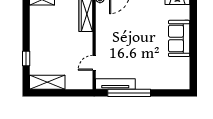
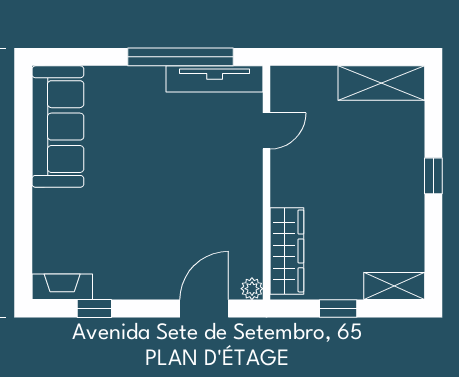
sofa: (179, 38) -> (58, 127), moved, width x1.36
window: (26, 59) -> (433, 176), moved

